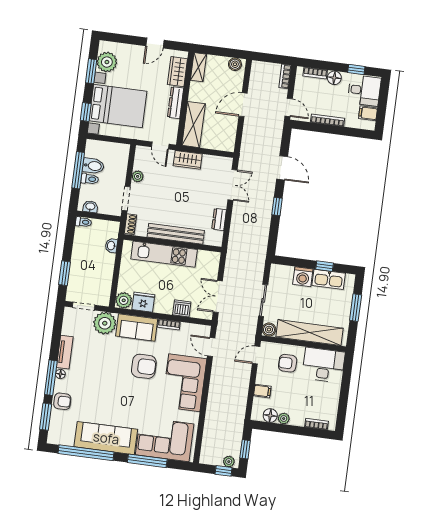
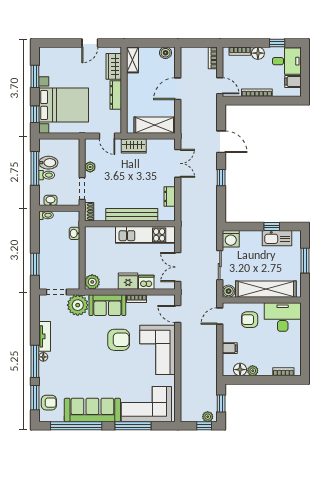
plant: (107, 62) -> (48, 66), removed
shelving: (194, 125) -> (155, 125), moved, turned 90
kitchen unit: (164, 254) -> (145, 235), moved
washing machine: (303, 277) -> (231, 239), moved
fridge: (143, 302) -> (128, 281), moved
armchair: (62, 401) -> (49, 403), moved

